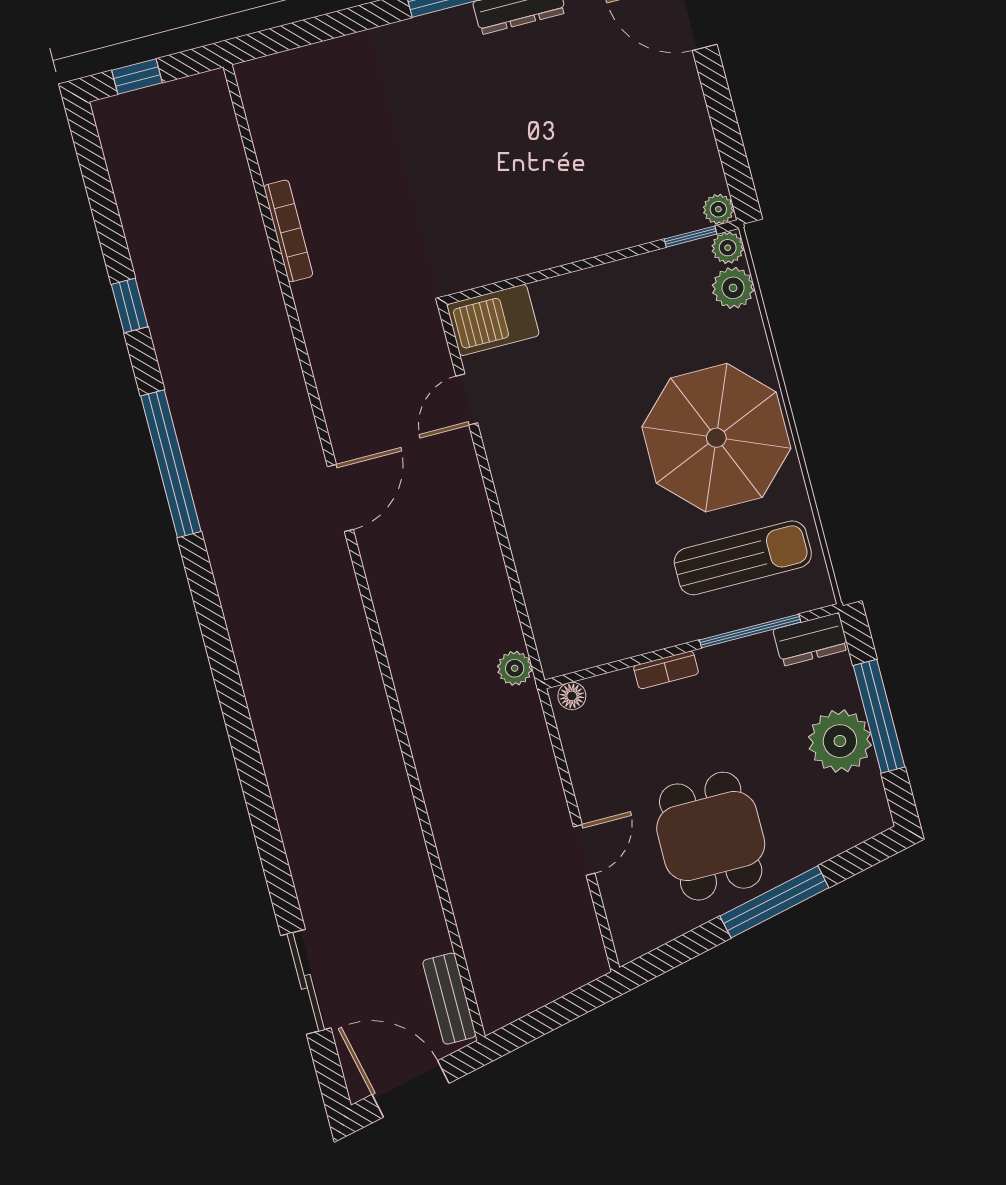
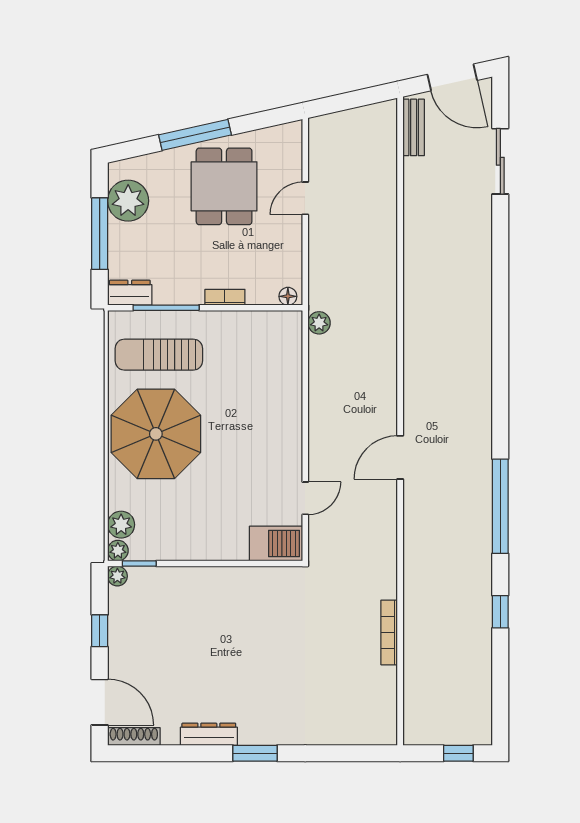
window: (724, 120) -> (100, 631), added
plant: (840, 741) -> (128, 201), moved

